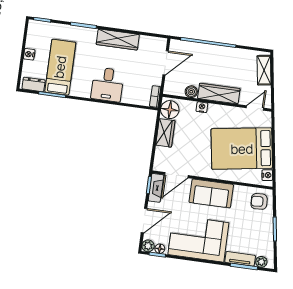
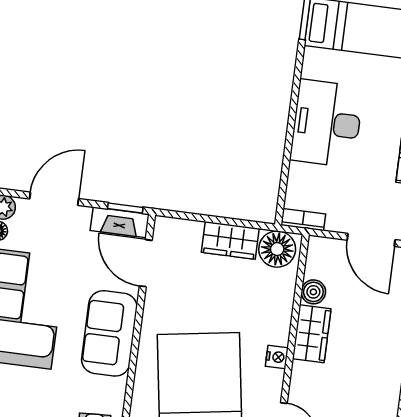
desk: (107, 85) -> (327, 123), width x1.37
wardrobe: (219, 94) -> (312, 334), width x0.67
nightstand: (202, 107) -> (277, 357), moved
door: (144, 220) -> (54, 199), swing flipped

